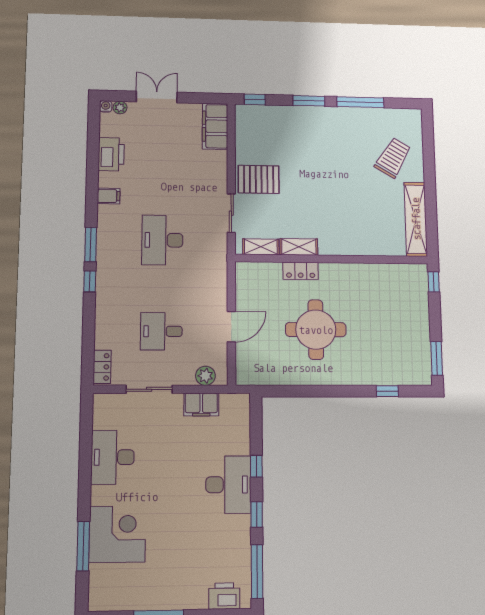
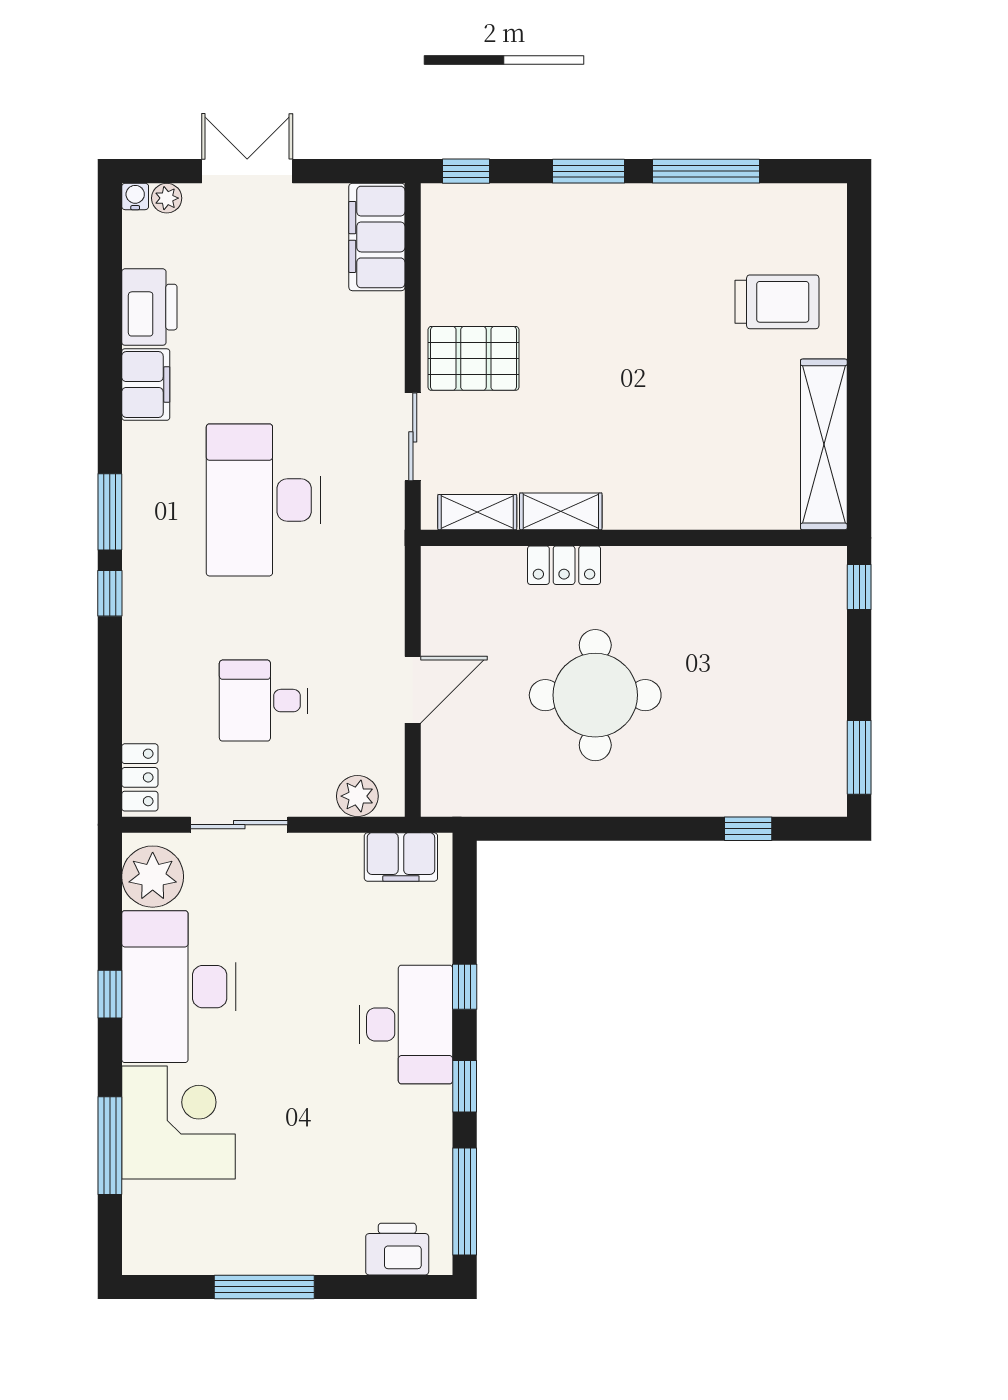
trolley: (393, 158) -> (777, 302), turned 59
filing cabinet: (109, 196) -> (146, 385), width x2.00
desk: (162, 240) -> (263, 500), width x1.36, depth x1.30
filing cabinet: (201, 404) -> (401, 857), moved
plant: (107, 414) -> (153, 877), added
desk: (113, 457) -> (179, 987), width x1.36, depth x1.30
window: (85, 471) -> (110, 994), added

